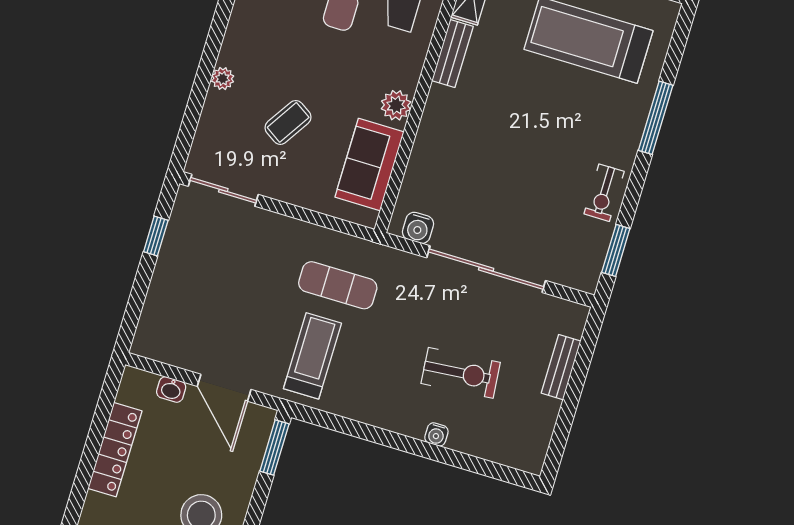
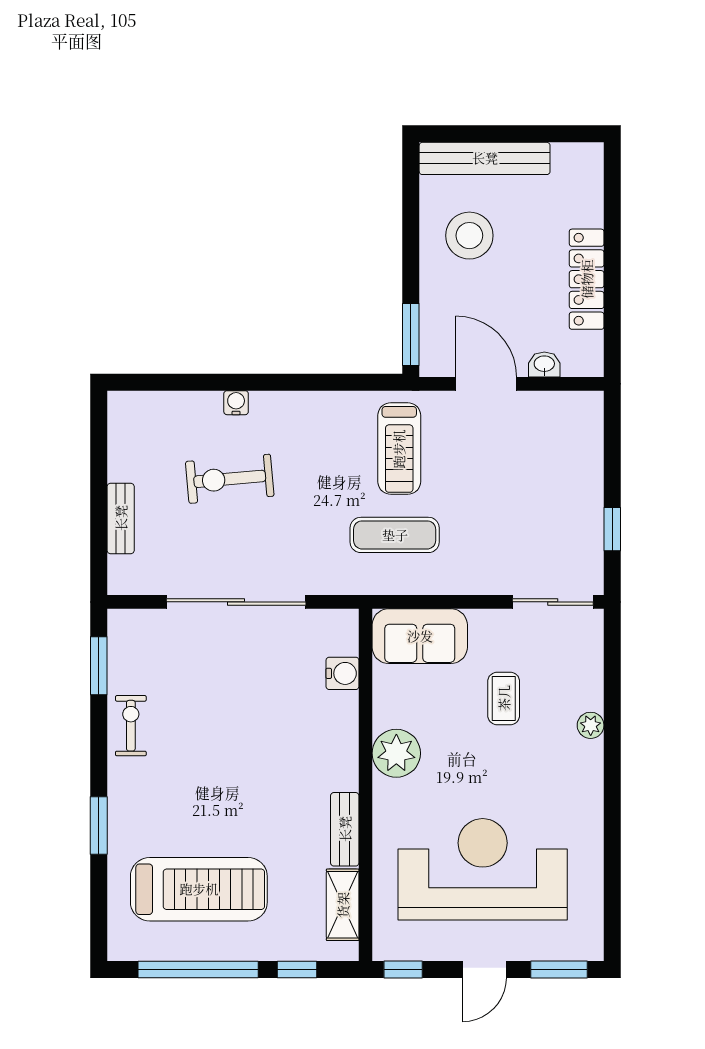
plant: (396, 105) -> (396, 753), width x1.36, depth x1.36
window: (656, 118) -> (99, 826), width x0.69
coffee table: (288, 122) -> (504, 698), turned -33
sofa: (369, 164) -> (420, 636), moved, turned 90
water cooler: (418, 228) -> (342, 673), moved, turned 90

